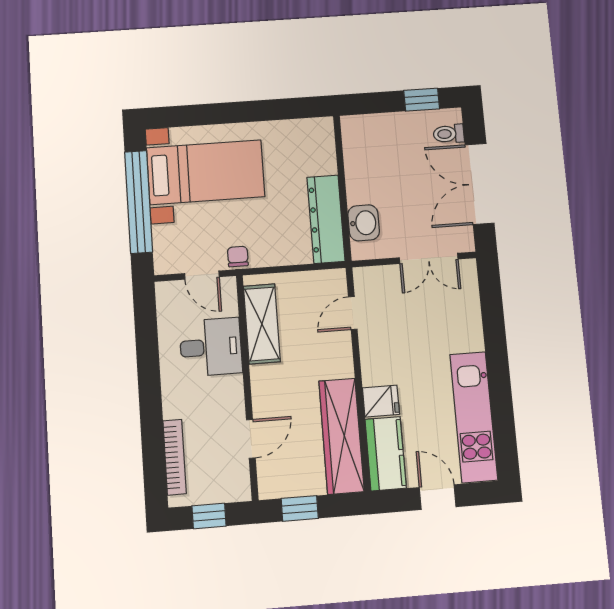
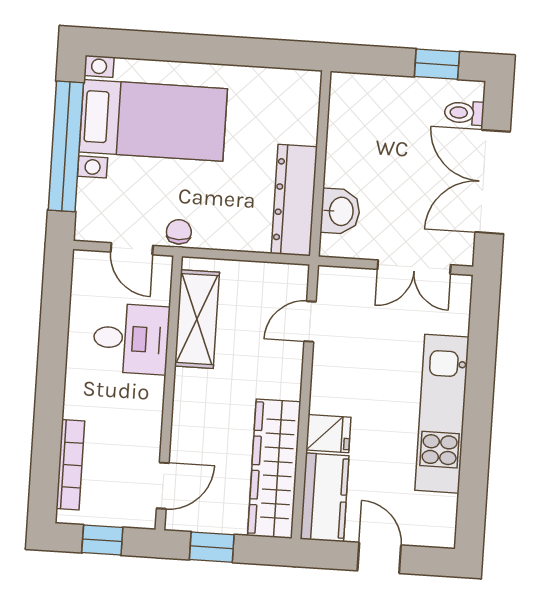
kitchen unit: (474, 417) -> (442, 414), moved
door: (251, 439) -> (163, 486), moved

